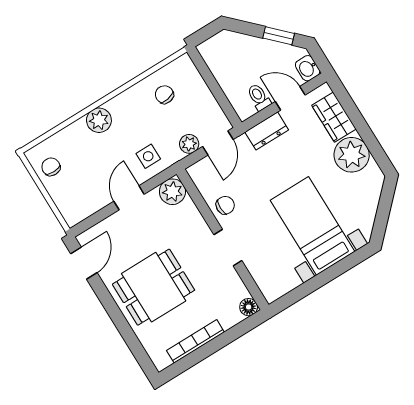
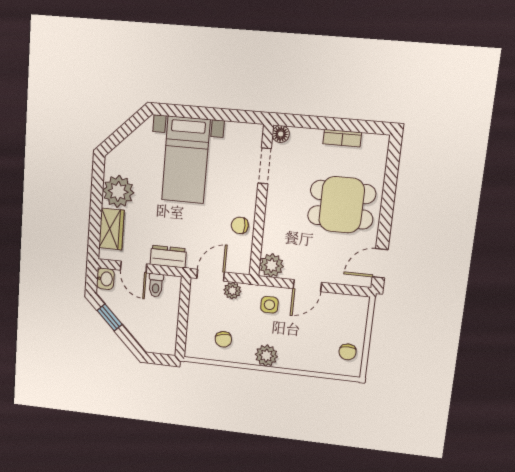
plant: (99, 120) -> (266, 356), moved
doorway: (228, 248) -> (265, 166), moved
bookcase: (195, 341) -> (342, 138), width x0.64

